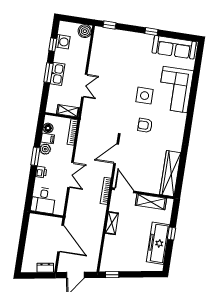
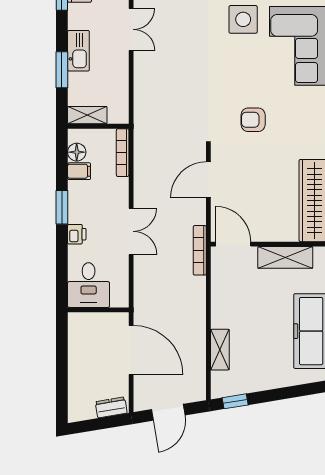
window: (48, 73) -> (62, 70), moved
double door: (84, 86) -> (131, 29), moved
side table: (145, 96) -> (243, 19), moved
shelving: (68, 111) -> (87, 115), moved
plant: (45, 149) -> (78, 191), removed
shelving: (112, 223) -> (220, 350), moved

